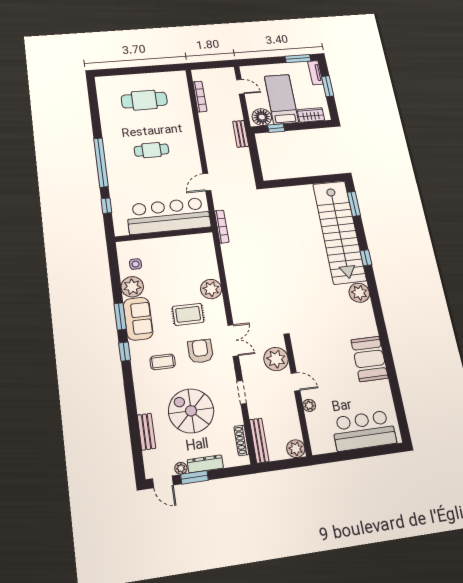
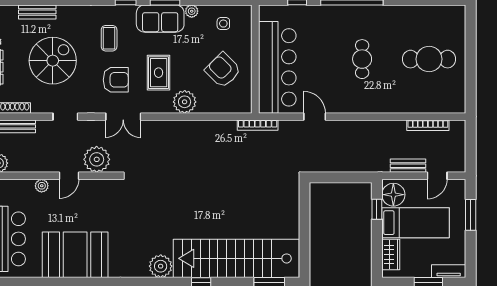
window: (298, 59) -> (471, 215), moved
cafe table: (144, 100) -> (429, 59), turned 90
bench: (241, 134) -> (408, 166), moved
armchair: (178, 260) -> (223, 70), added
plant: (132, 287) -> (192, 11), width x0.53, depth x0.53
booth: (369, 359) -> (75, 255), width x1.36, depth x1.42

